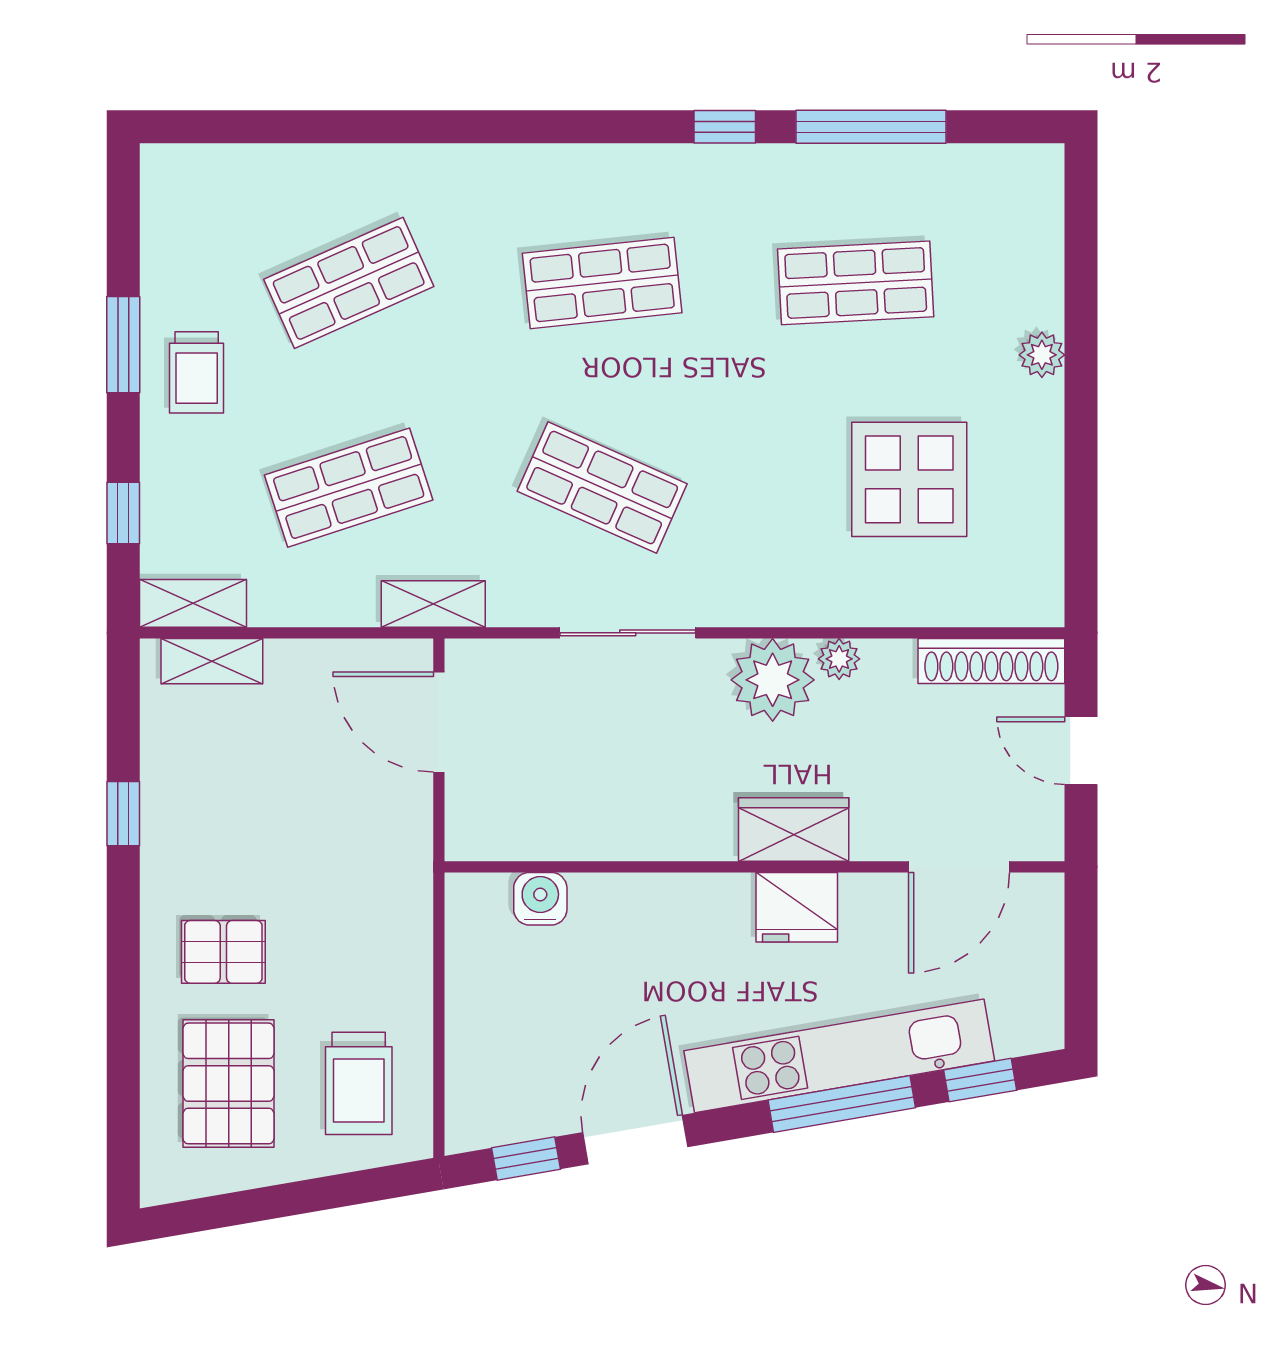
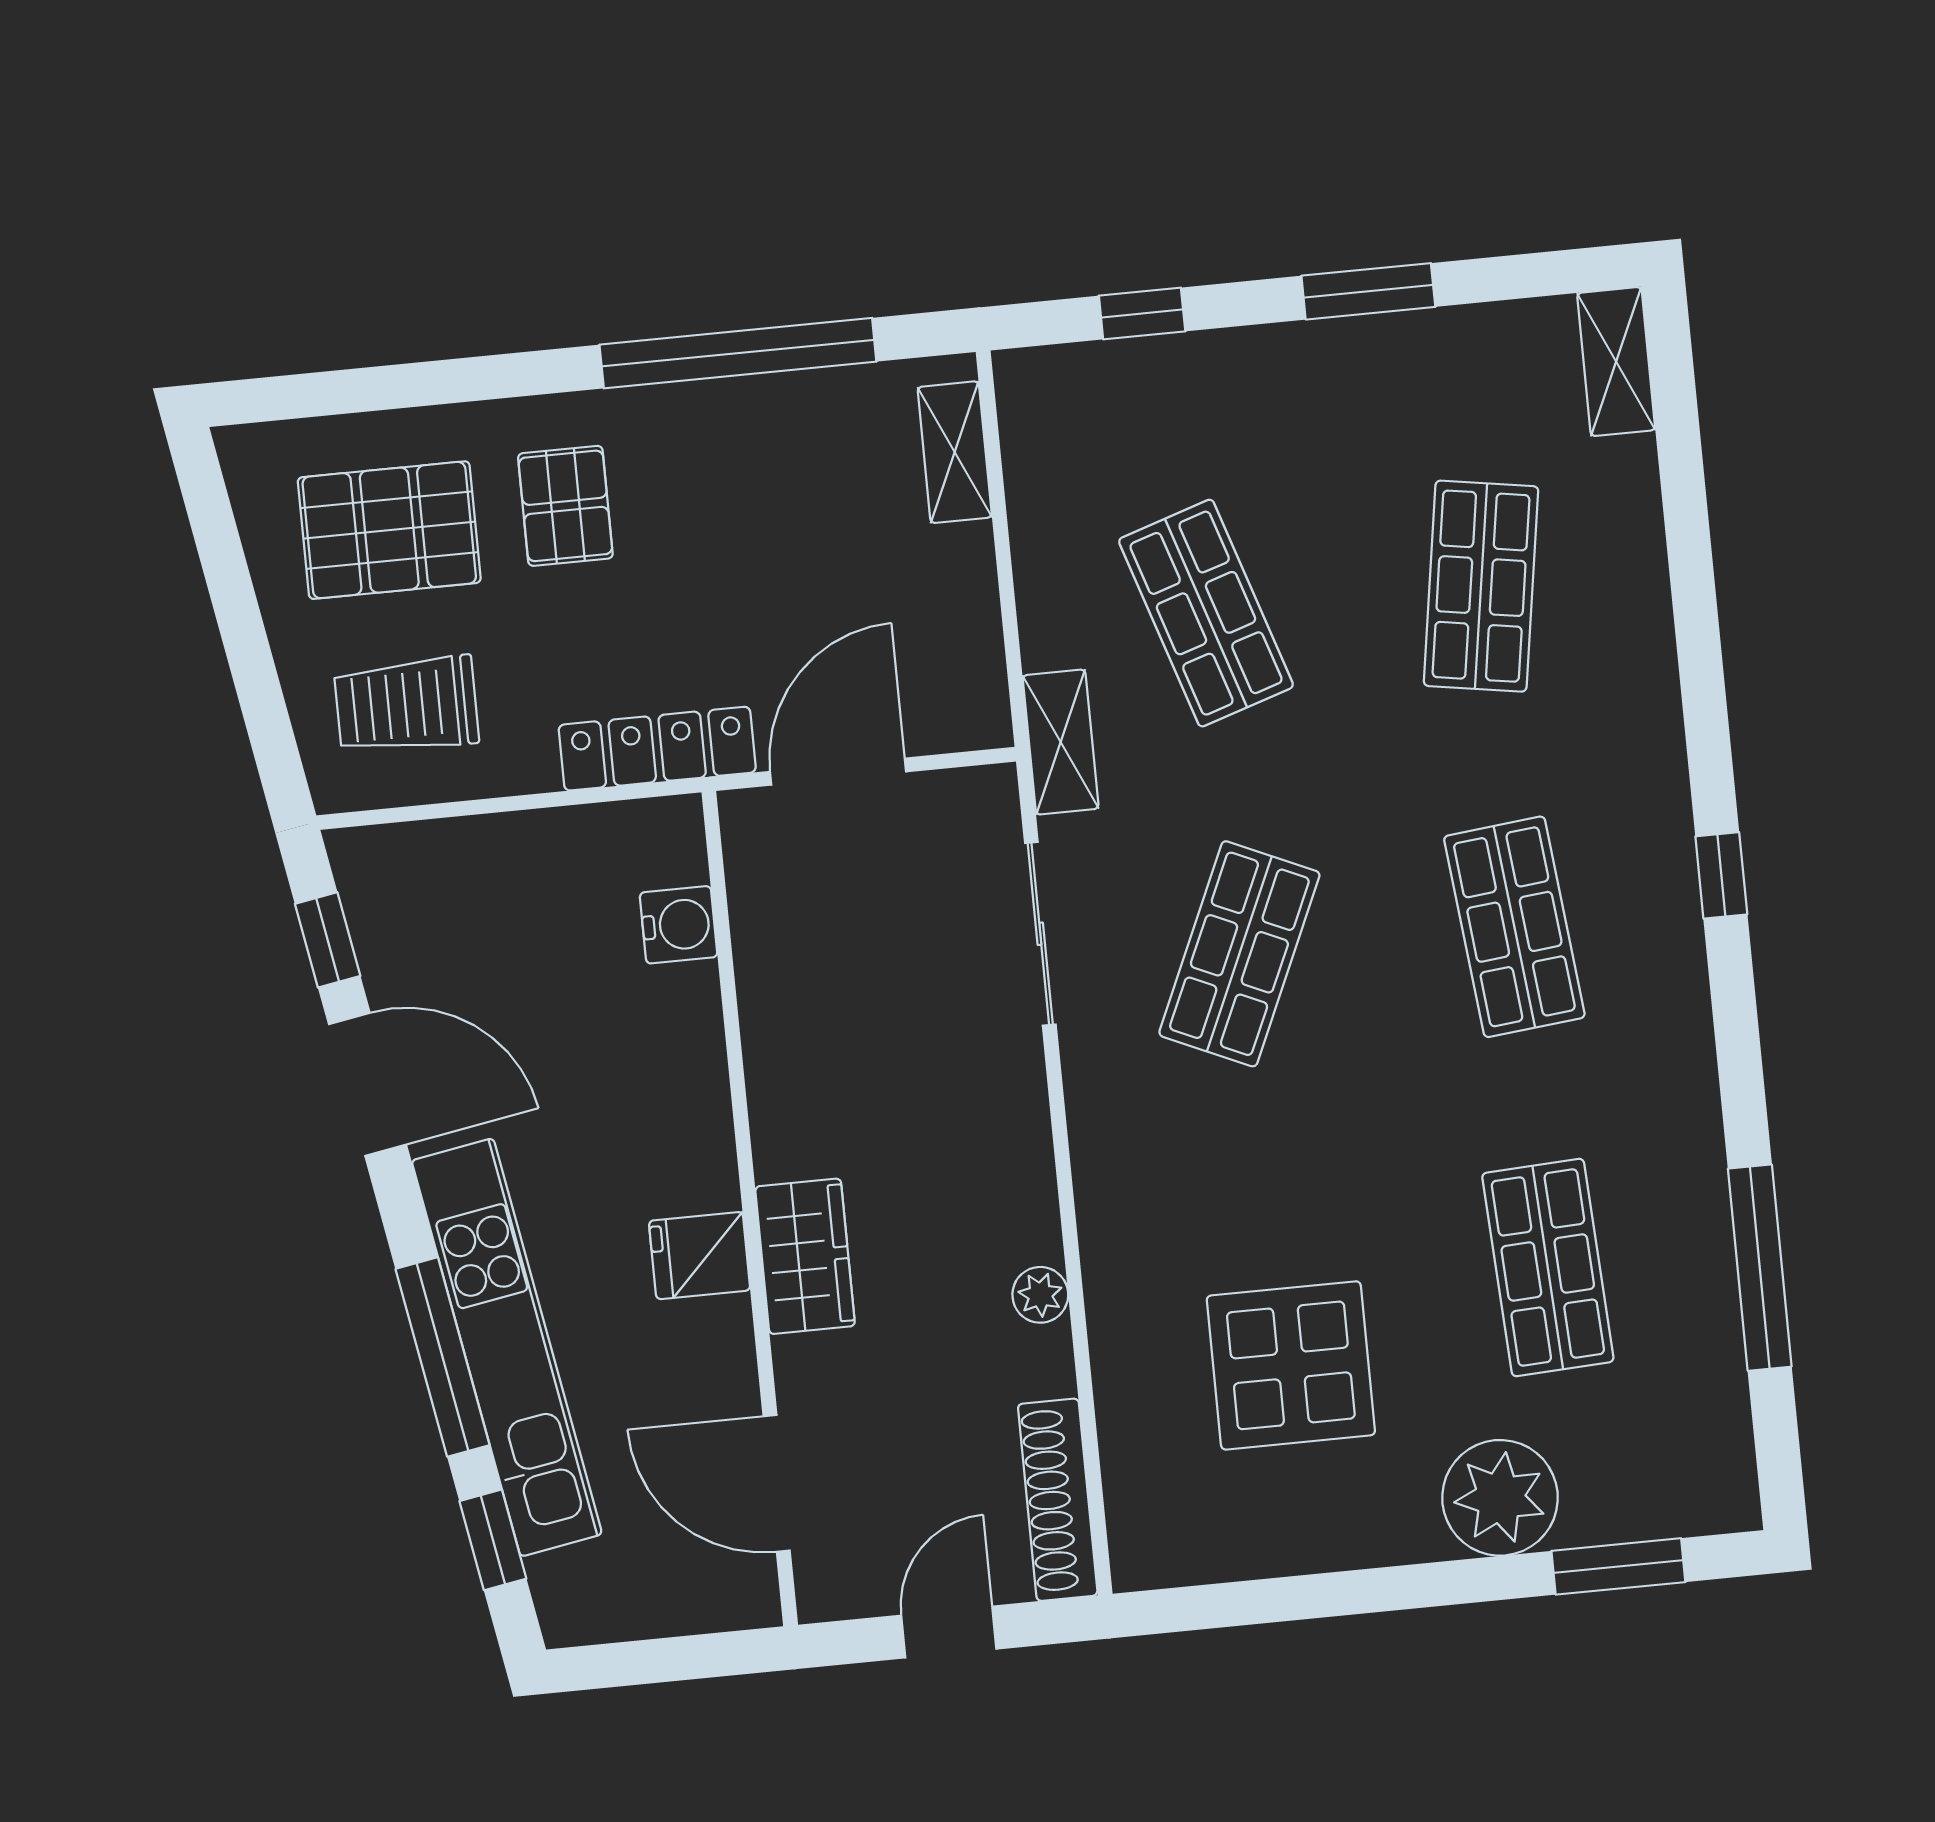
window: (725, 127) -> (1721, 875), moved
window: (1081, 253) -> (1618, 1566), added
shop shelf: (349, 283) -> (1481, 586), turned 33
plant: (1042, 355) -> (1500, 1498), width x1.88, depth x1.88
trolley: (197, 372) -> (1341, 393), removed
shelving: (193, 603) -> (1616, 362), moved
sliding door: (628, 633) -> (1040, 934), moved
plant: (773, 680) -> (1003, 1208), removed
door: (439, 722) -> (838, 772), moved
window: (123, 814) -> (738, 353), width x3.17
locker: (409, 902) -> (657, 749), added
fridge: (797, 907) -> (700, 1256), width x0.72

